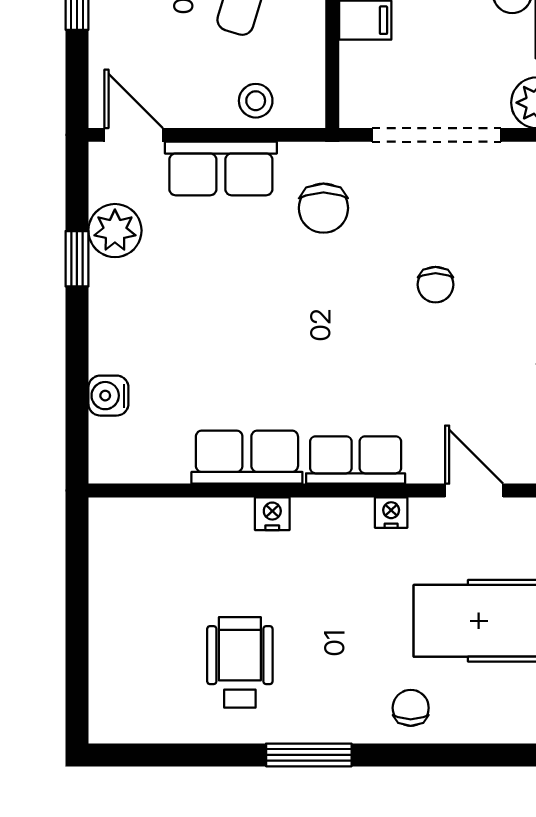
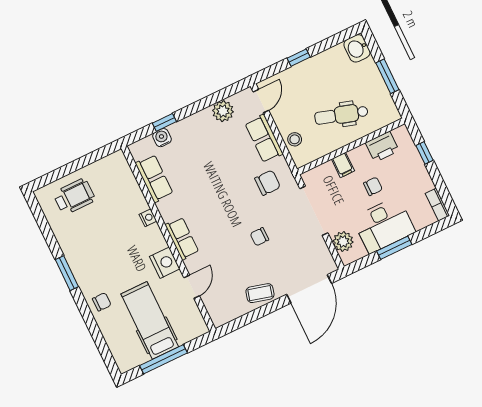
chair: (323, 208) -> (268, 183), turned 180
window: (77, 259) -> (164, 122), moved
row of seats: (247, 457) -> (154, 178), moved
nightstand: (391, 513) -> (165, 263), width x1.89, depth x1.79
wheelchair: (240, 662) -> (74, 197), moved

